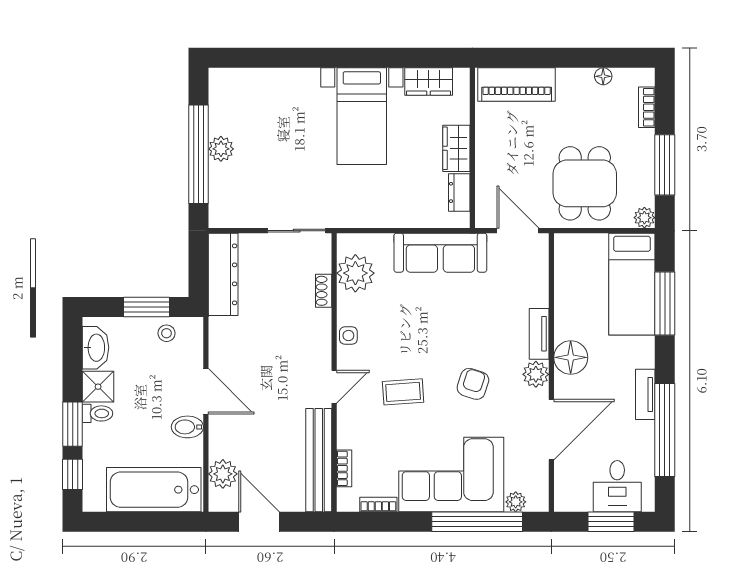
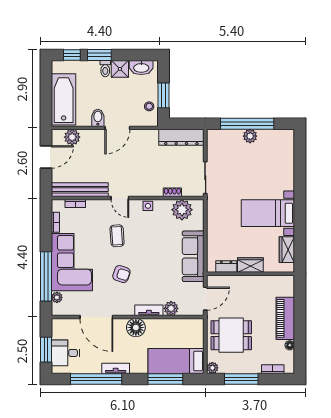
piano: (517, 84) -> (285, 318), moved
plant: (536, 374) -> (171, 308), moved

